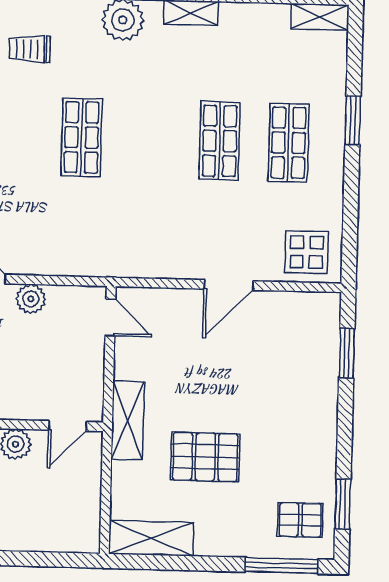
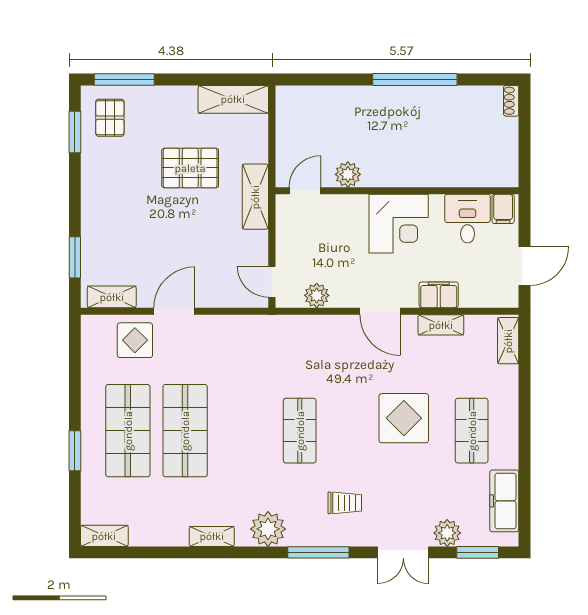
shop shelf: (220, 141) -> (185, 431), width x1.43, depth x1.36
shop shelf: (289, 143) -> (128, 431), width x1.43, depth x1.36
display table: (307, 252) -> (135, 340), moved
plant: (31, 299) -> (317, 295), moved
shelving: (304, 304) -> (112, 297), added
pallet: (300, 520) -> (110, 118), turned 90

